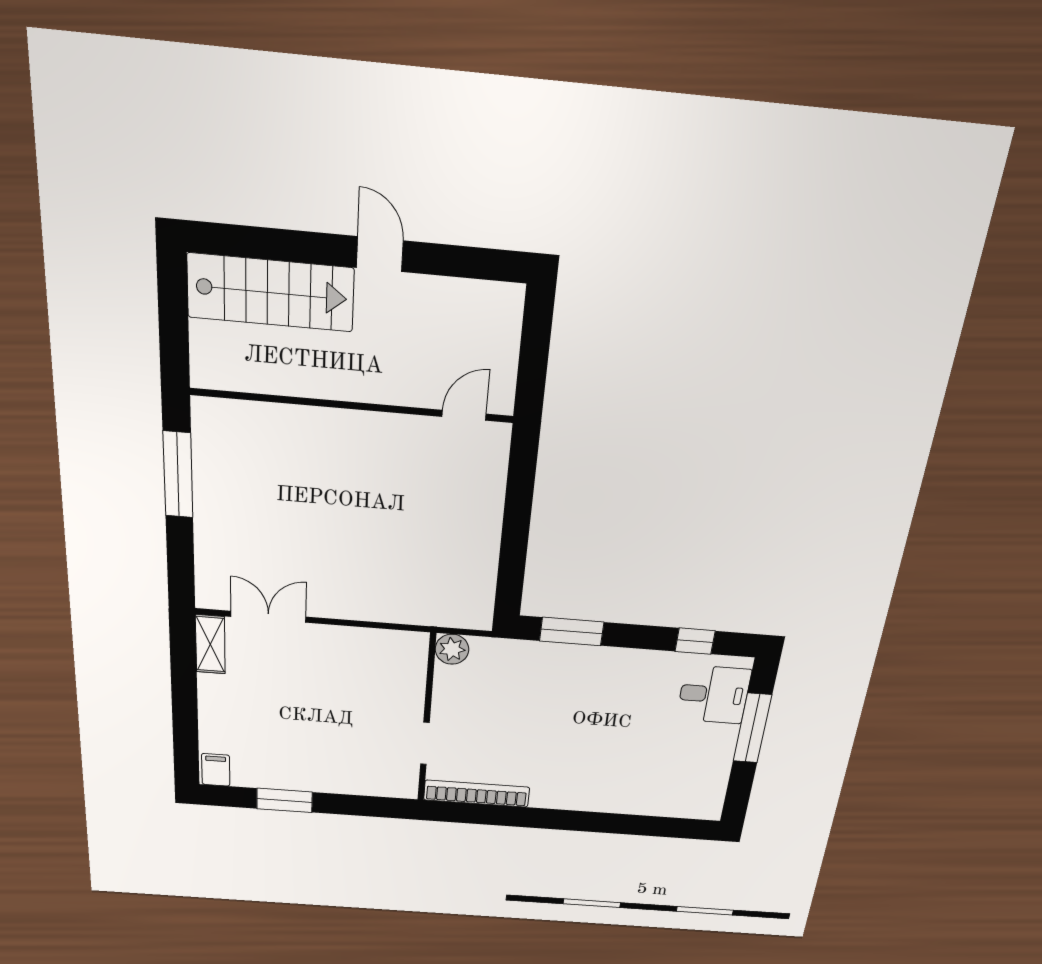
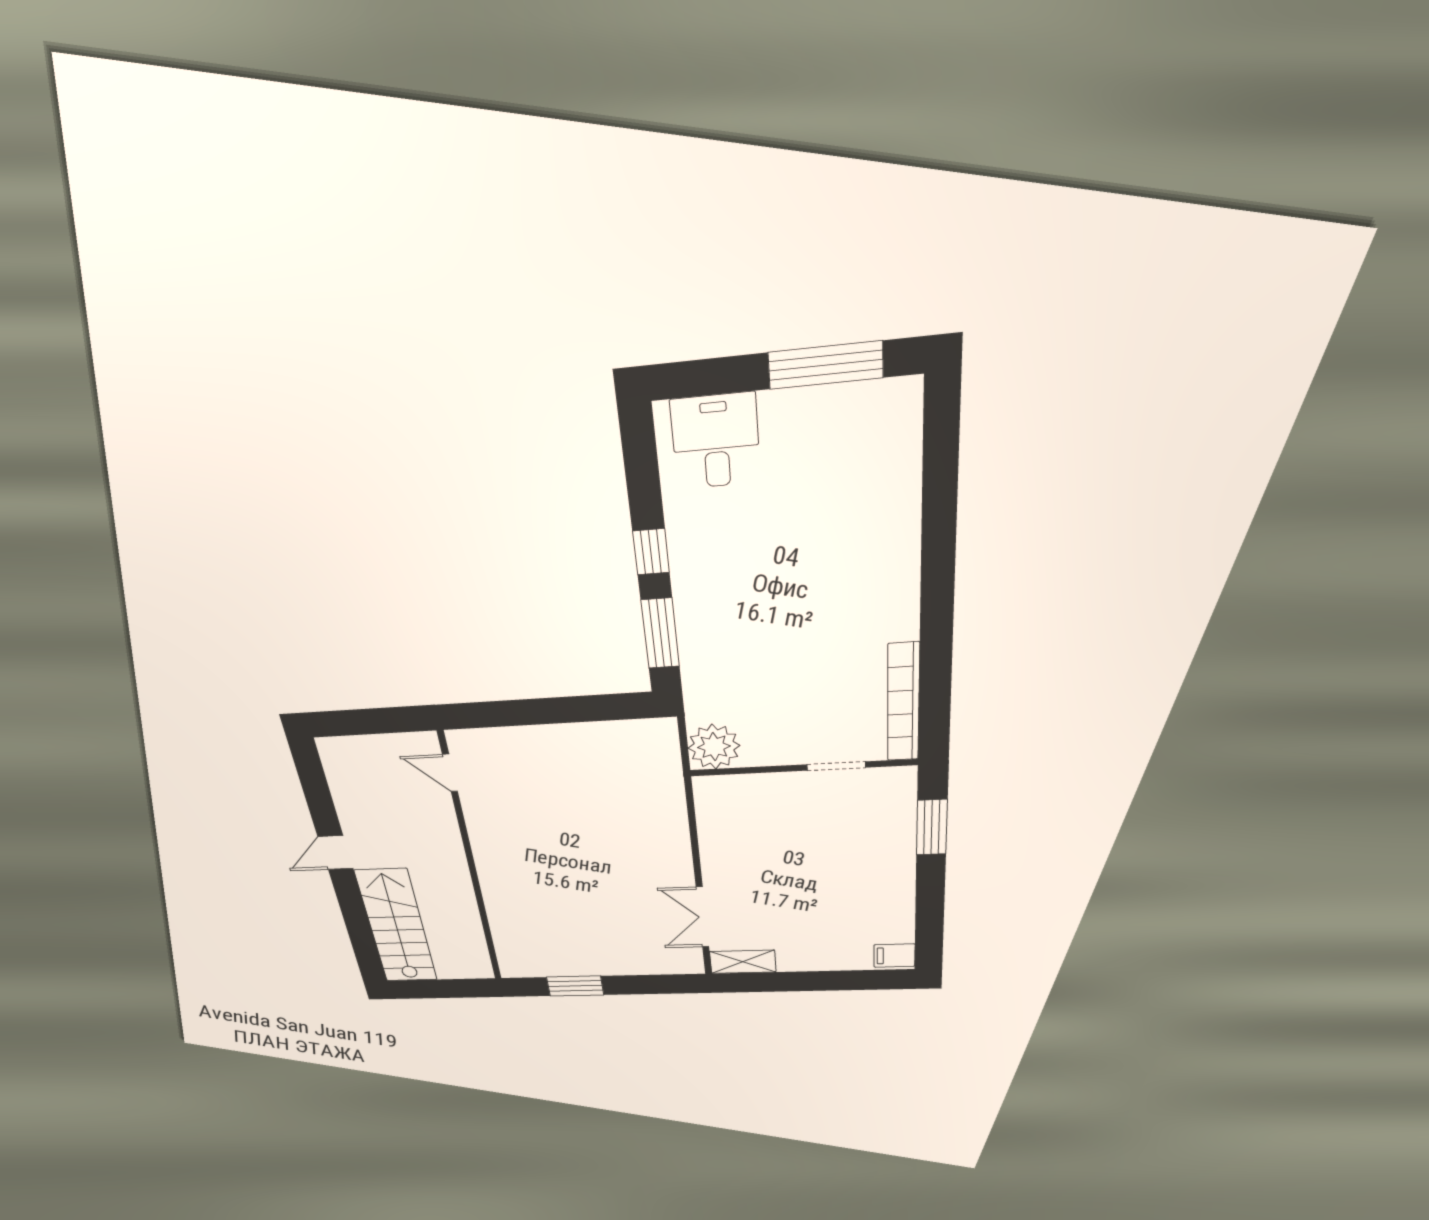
window: (178, 475) -> (575, 986), width x0.69
window: (695, 641) -> (651, 552), moved
plant: (452, 649) -> (714, 747), width x1.36, depth x1.36
window: (752, 728) -> (825, 365), moved
window: (285, 800) -> (932, 827), moved

